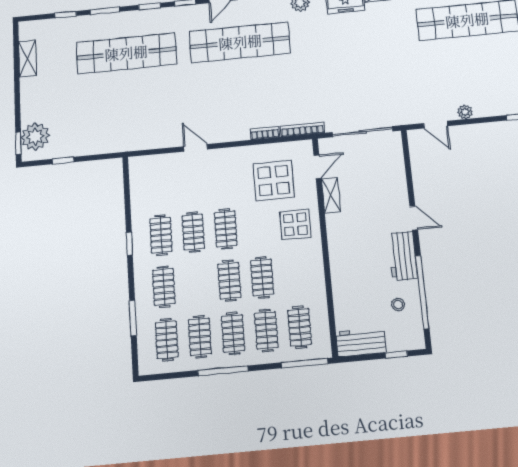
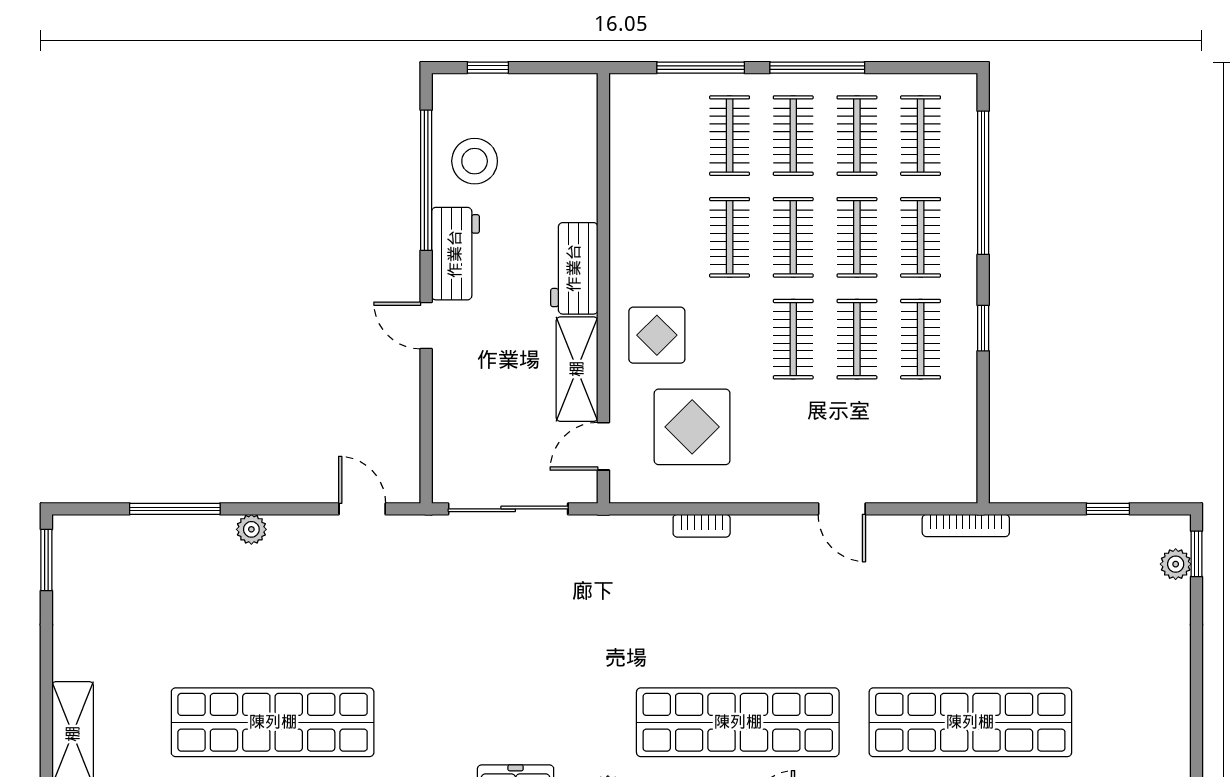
shelving: (27, 59) -> (1174, 732), removed
plant: (465, 112) -> (251, 529), moved
bookcase: (302, 129) -> (966, 525), moved
plant: (35, 137) -> (1176, 564), width x0.53, depth x0.53
shelving: (331, 195) -> (577, 369), width x1.50, depth x1.33
stool: (398, 304) -> (475, 161), width x1.89, depth x1.89
window: (133, 318) -> (983, 183), width x2.11
clothes rail: (300, 327) -> (857, 237), moved
workbench: (361, 342) -> (574, 268), moved, turned 90
window: (304, 363) -> (701, 68), moved

